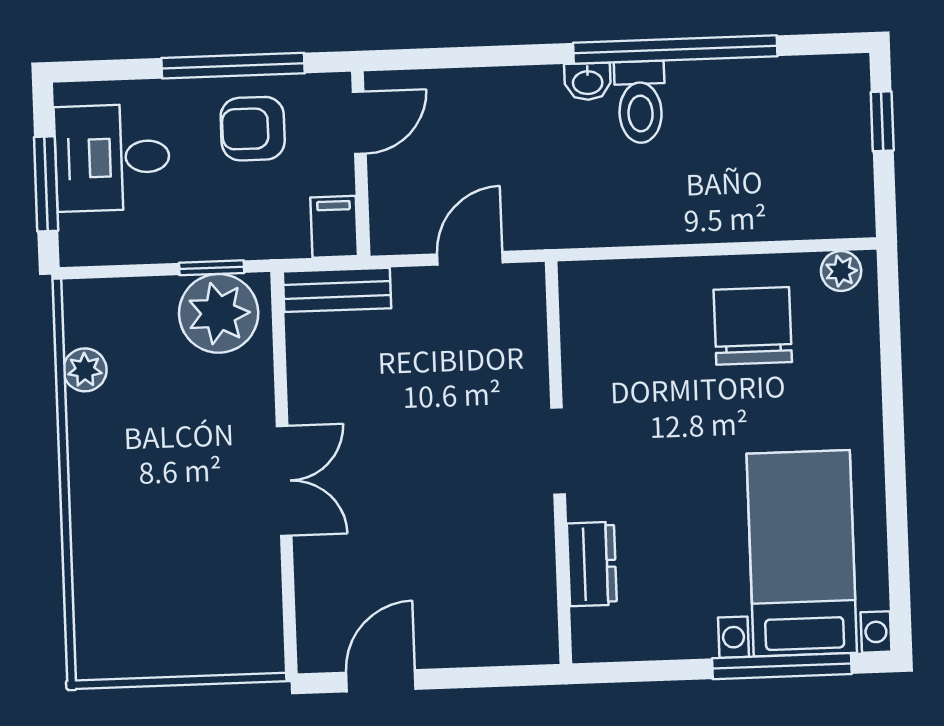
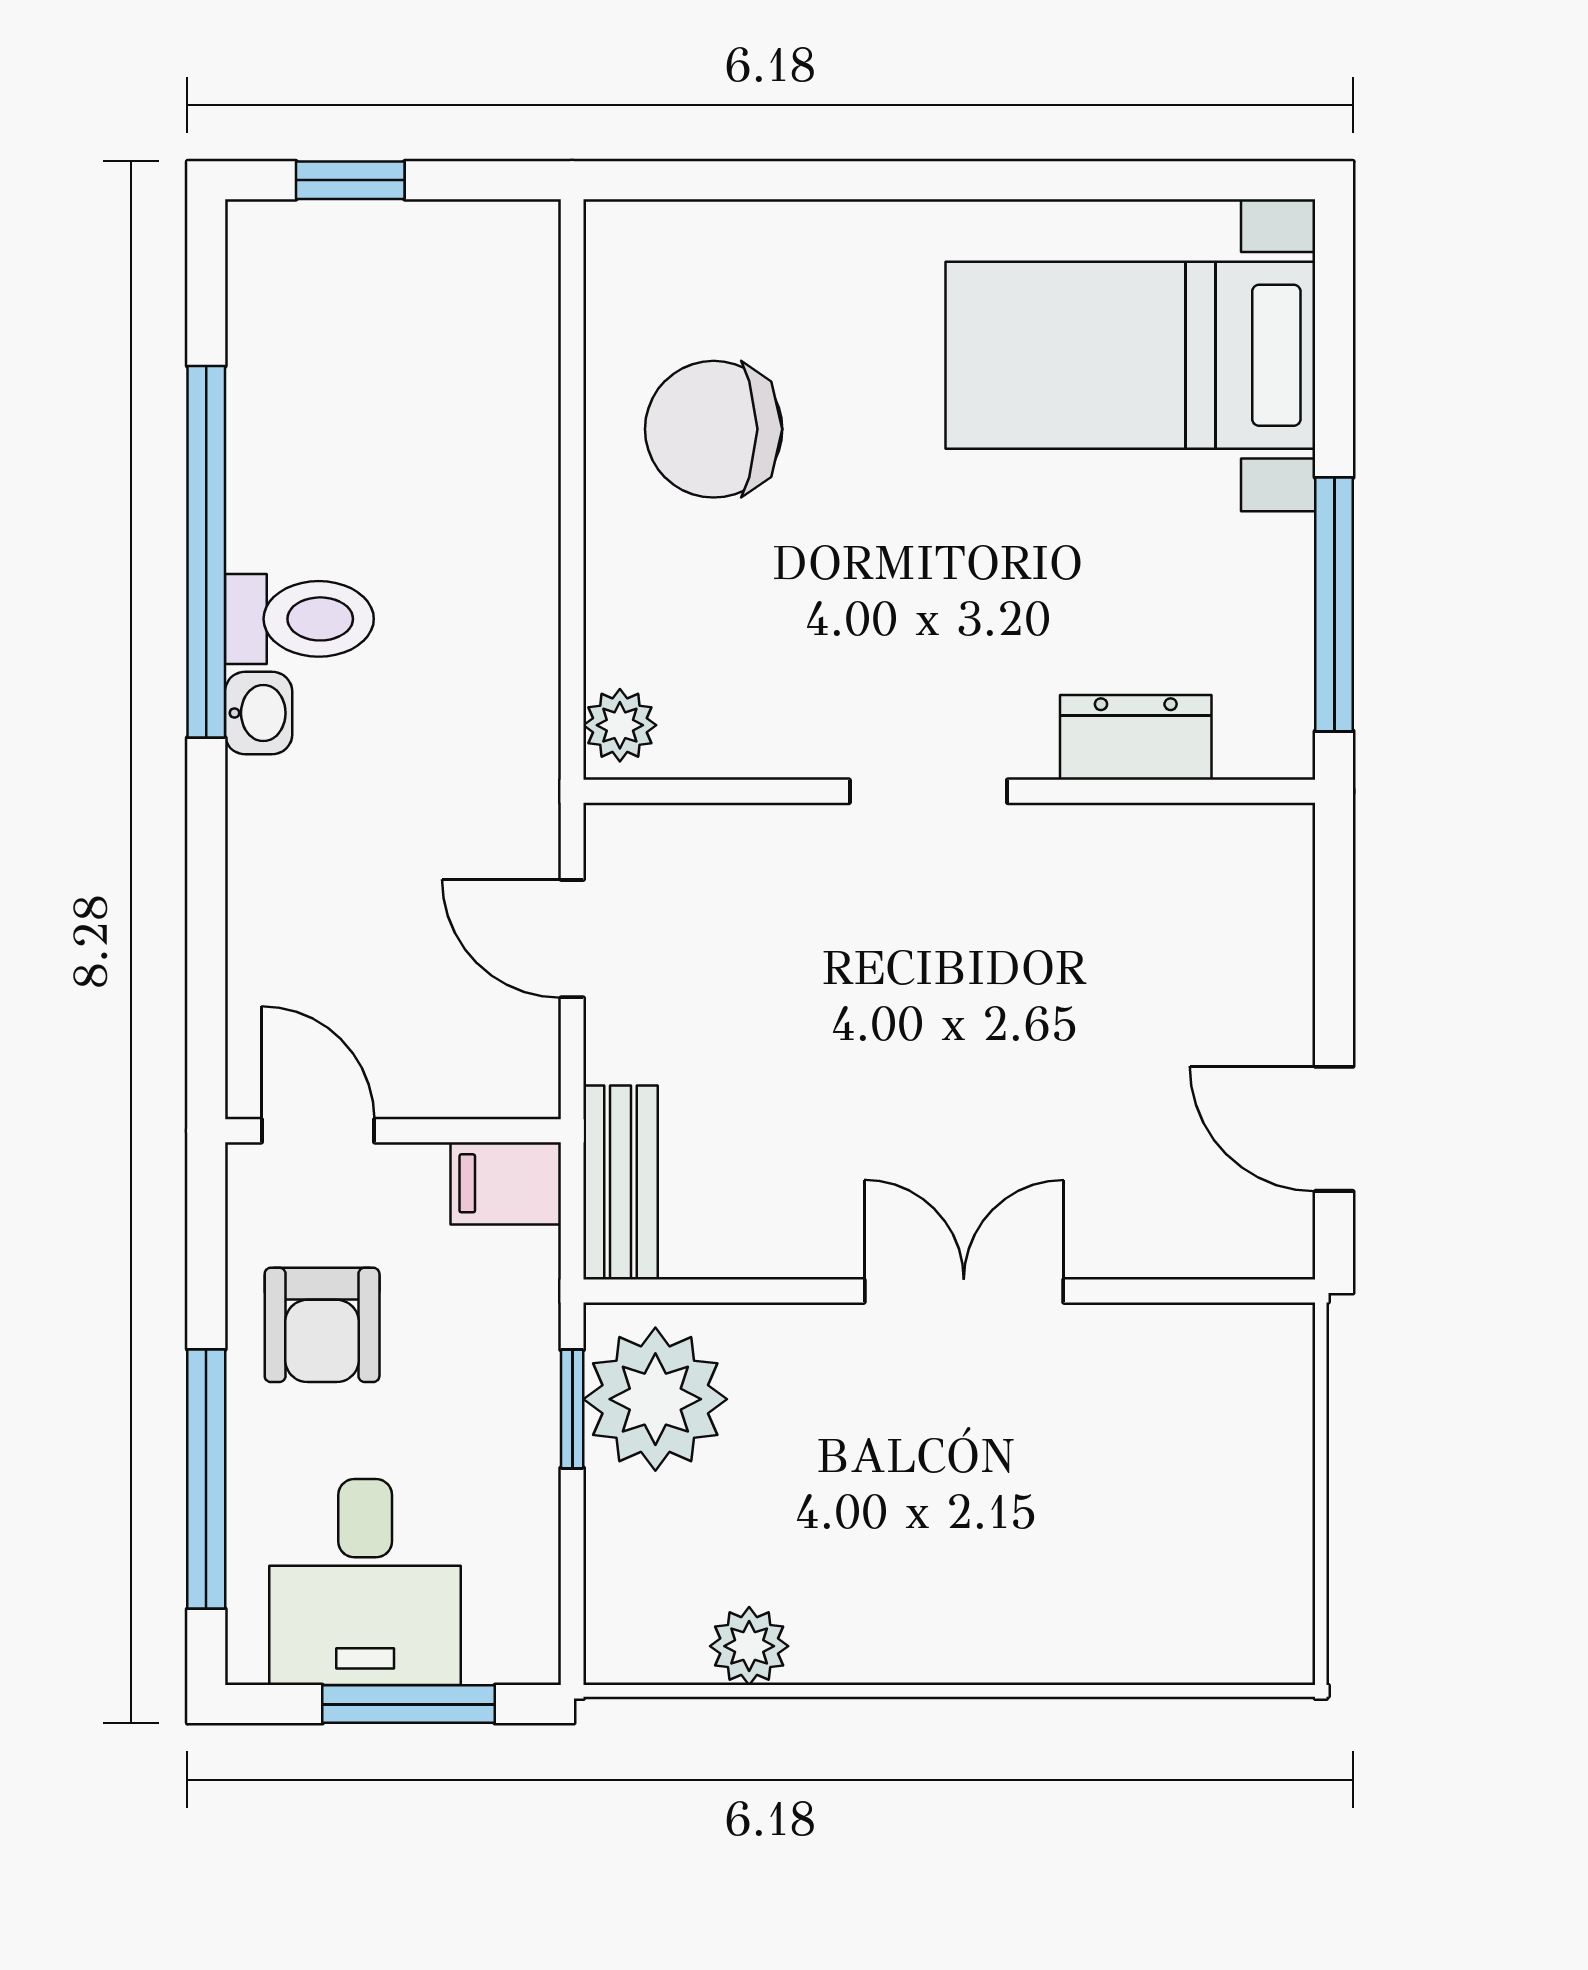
window: (233, 66) -> (206, 1479), moved
plant: (841, 271) -> (620, 725), moved
window: (782, 666) -> (1334, 604), moved

